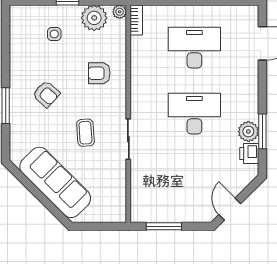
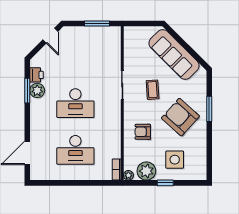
side table: (54, 34) -> (175, 160), width x1.87, depth x1.87
armchair: (99, 73) -> (143, 132), turned 180
armchair: (46, 94) -> (180, 117), width x1.88, depth x1.88

